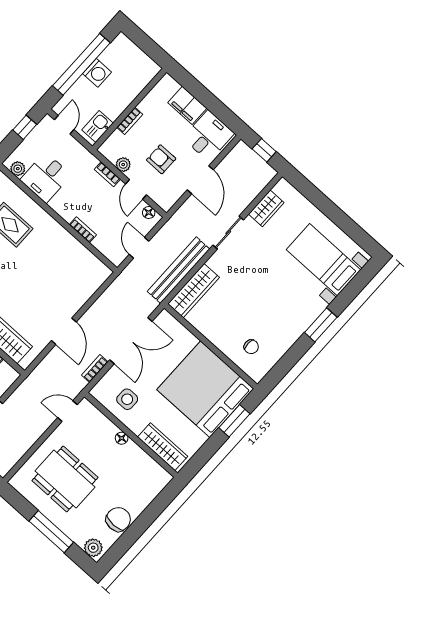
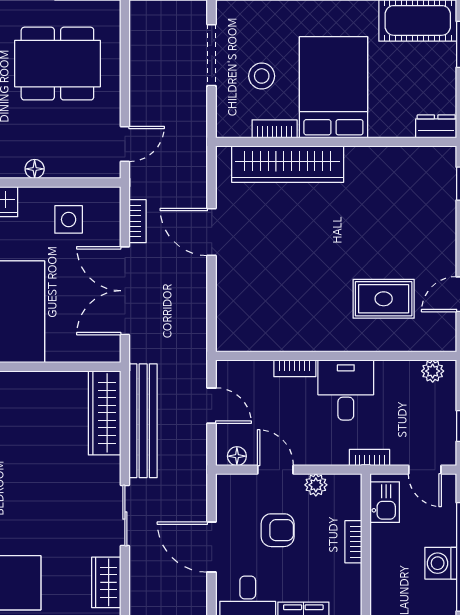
bookcase: (107, 174) -> (370, 457), moved
desk: (46, 177) -> (346, 390), moved

